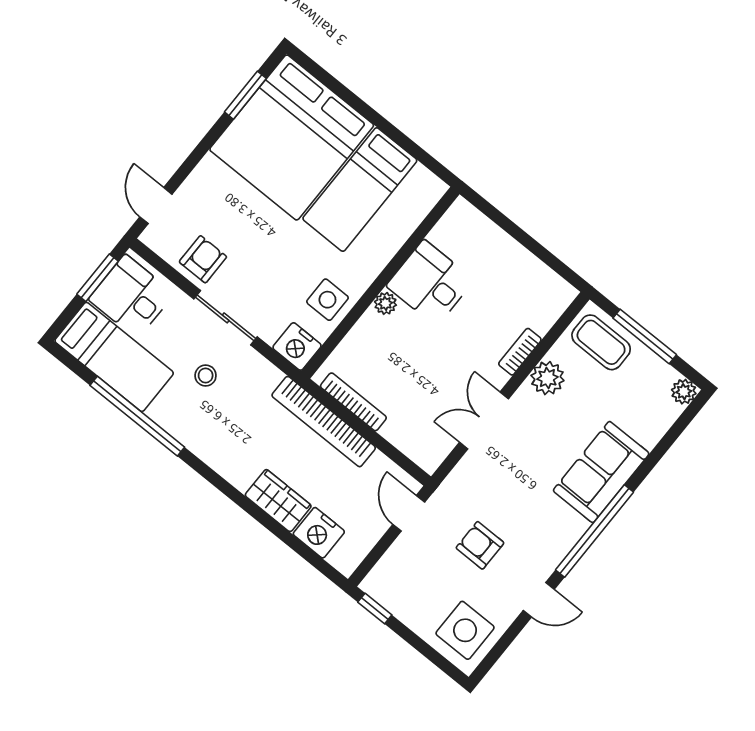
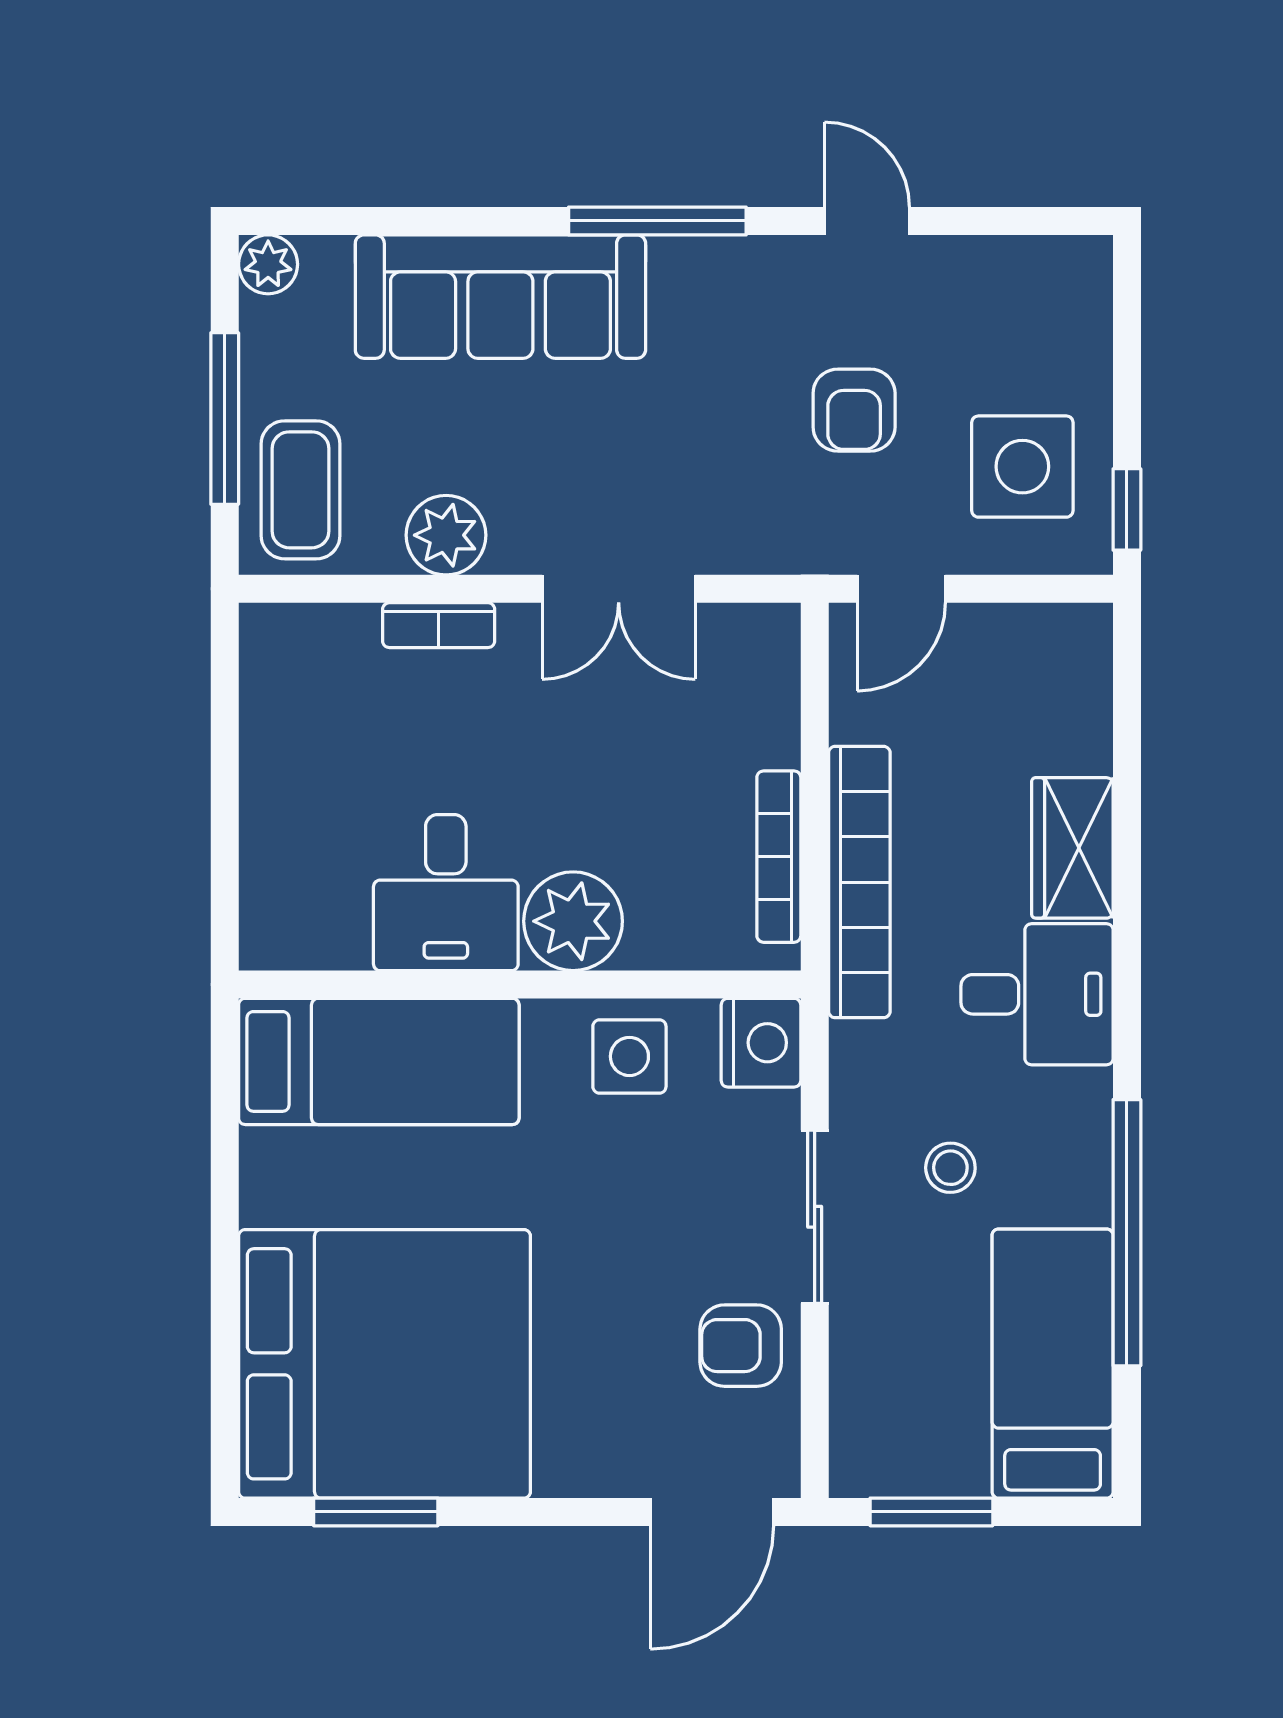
bed: (360, 190) -> (379, 1061), moved
door: (156, 206) -> (712, 1512), width x1.38
desk: (131, 297) -> (1037, 994), moved, turned -90
plant: (385, 303) -> (573, 921), width x1.88, depth x1.88
sofa: (601, 472) -> (500, 297), width x1.36
window: (594, 531) -> (657, 221), width x0.68
nightstand: (319, 533) -> (1071, 725), removed
side table: (465, 630) -> (1022, 467), moved

